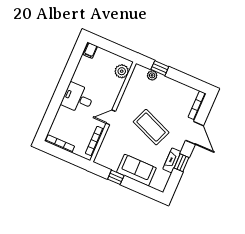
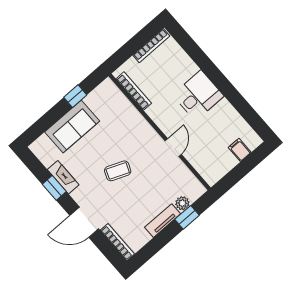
filing cabinet: (90, 50) -> (240, 150), moved
plant: (122, 71) -> (206, 167), removed
tv unit: (169, 83) -> (163, 221), added
door: (111, 117) -> (173, 148), moved
coffee table: (151, 127) -> (118, 171), width x0.54, depth x0.58

